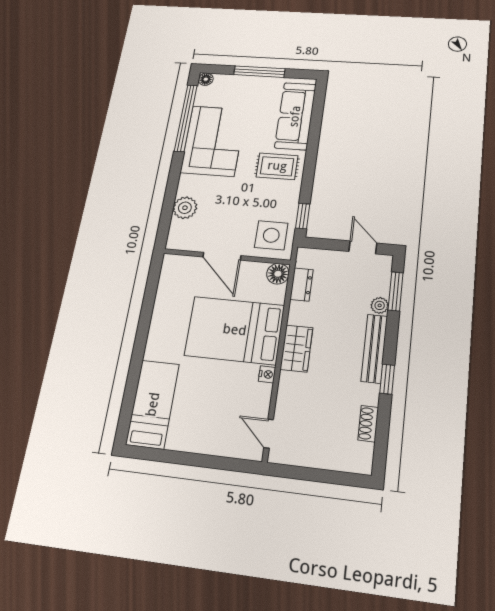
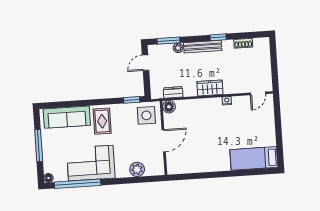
bed: (235, 330) -> (206, 124), removed

